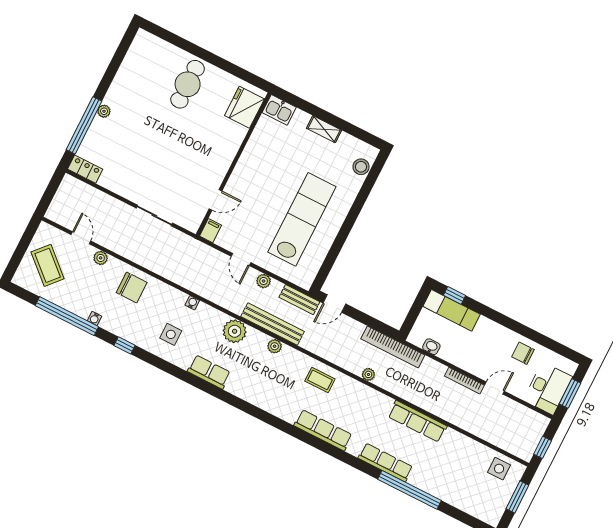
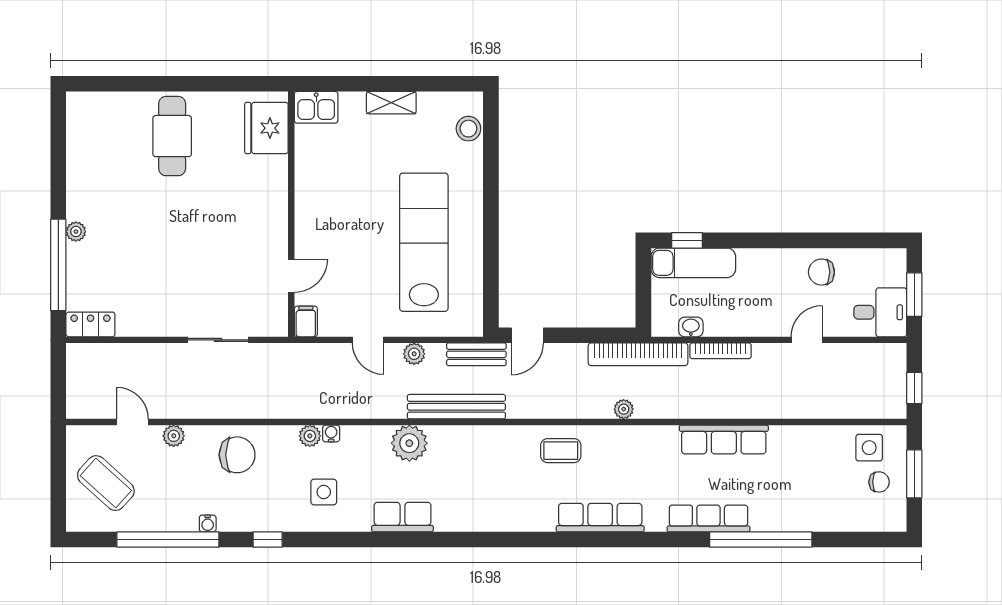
plant: (275, 346) -> (310, 436), moved
bookcase: (464, 381) -> (721, 351), moved
desk: (548, 388) -> (880, 312), width x0.73
chair: (495, 491) -> (879, 482), added

